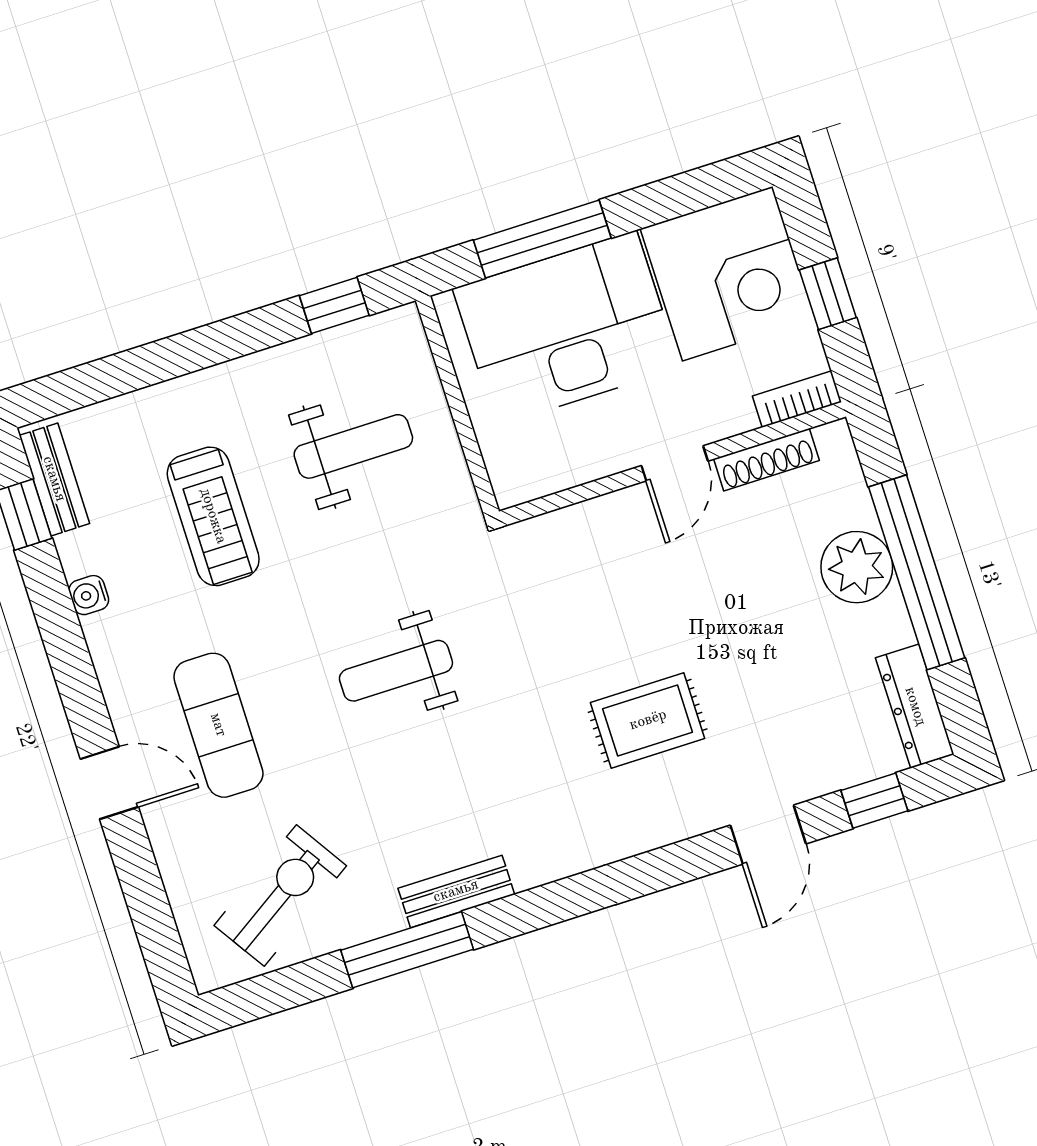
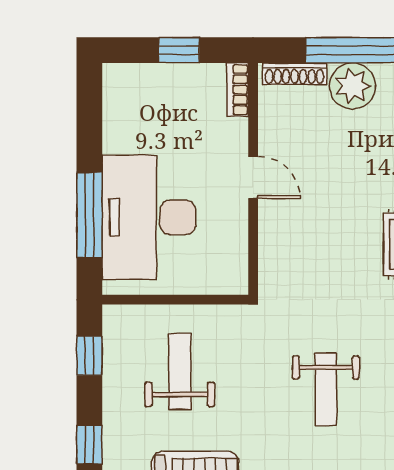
corner desk: (728, 274) -> (147, 108), removed
window: (203, 347) -> (89, 445), added
shoe rack: (766, 460) -> (295, 74), moved, turned 90

